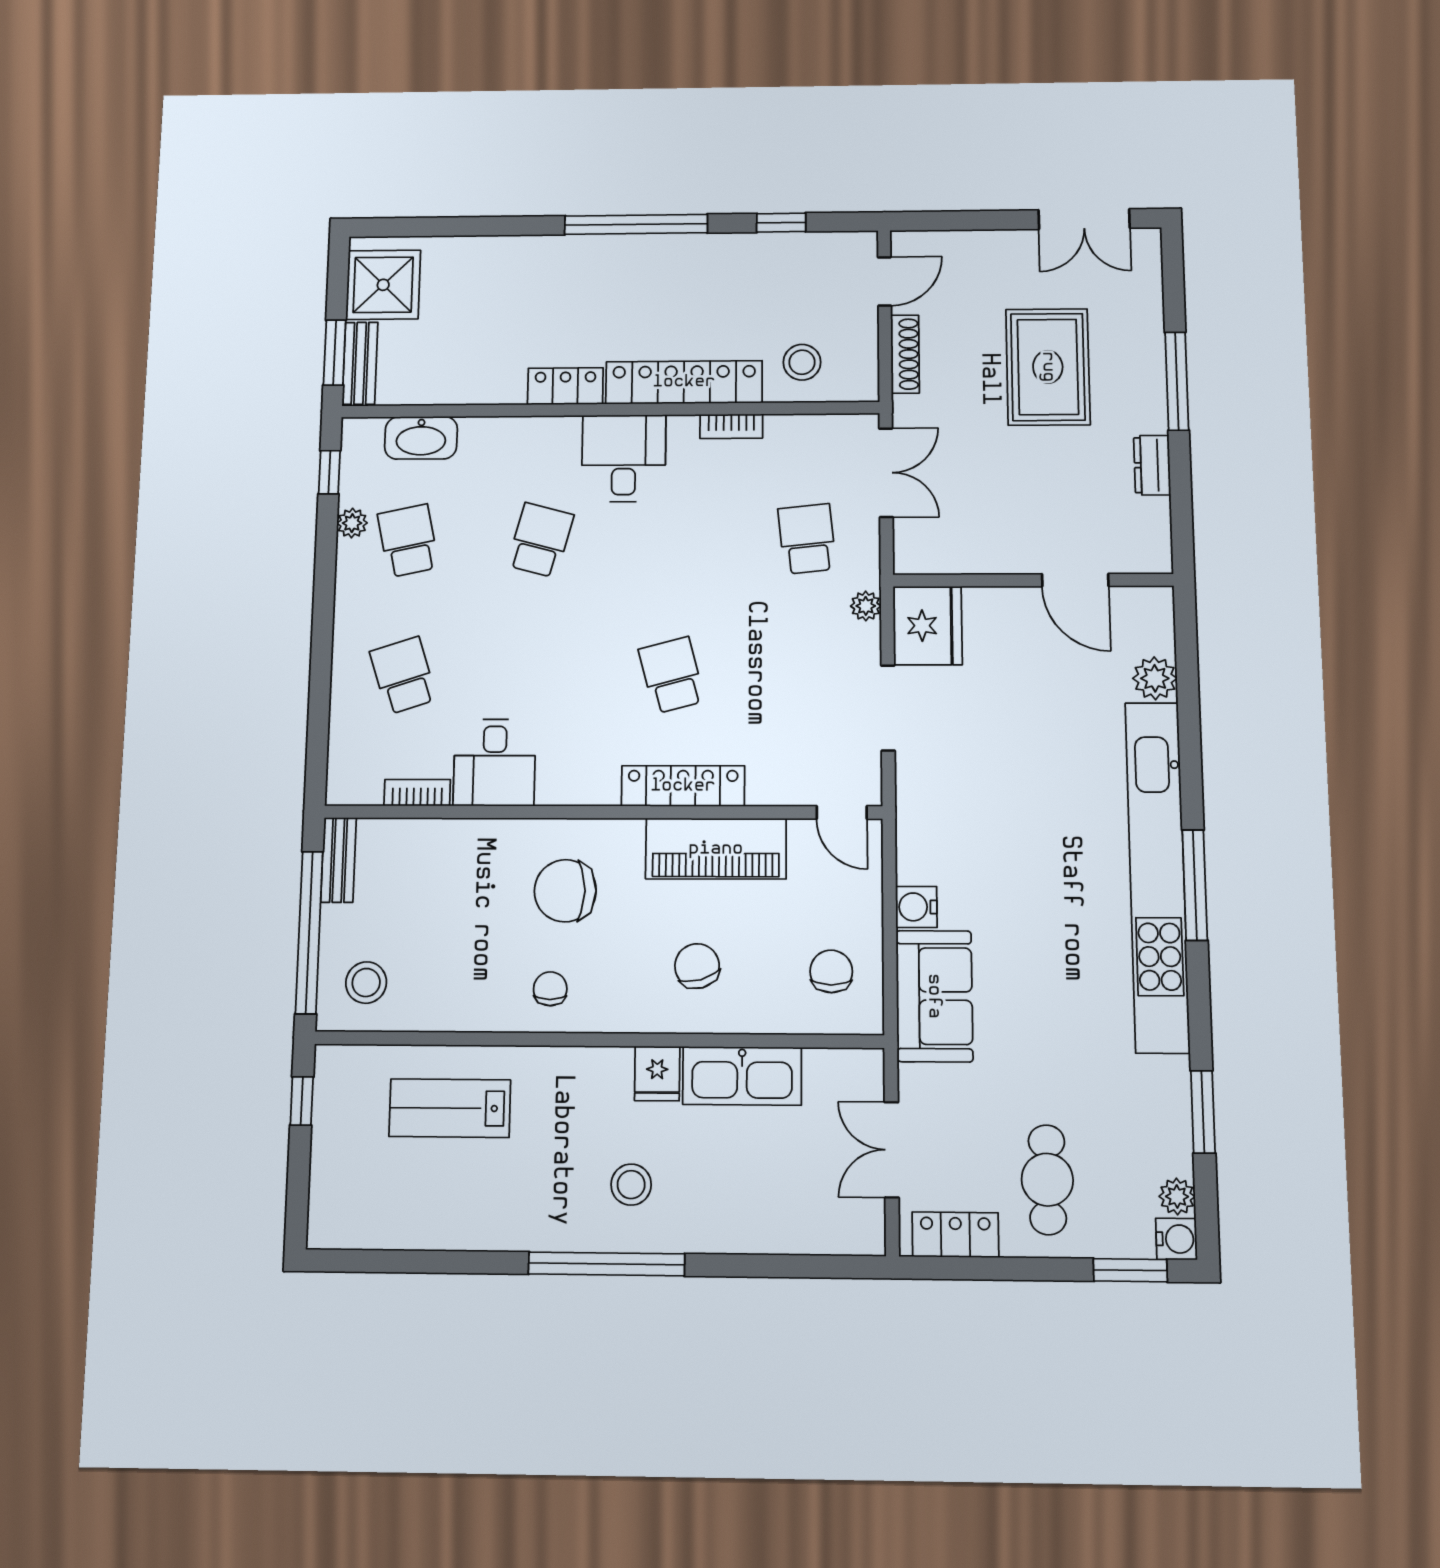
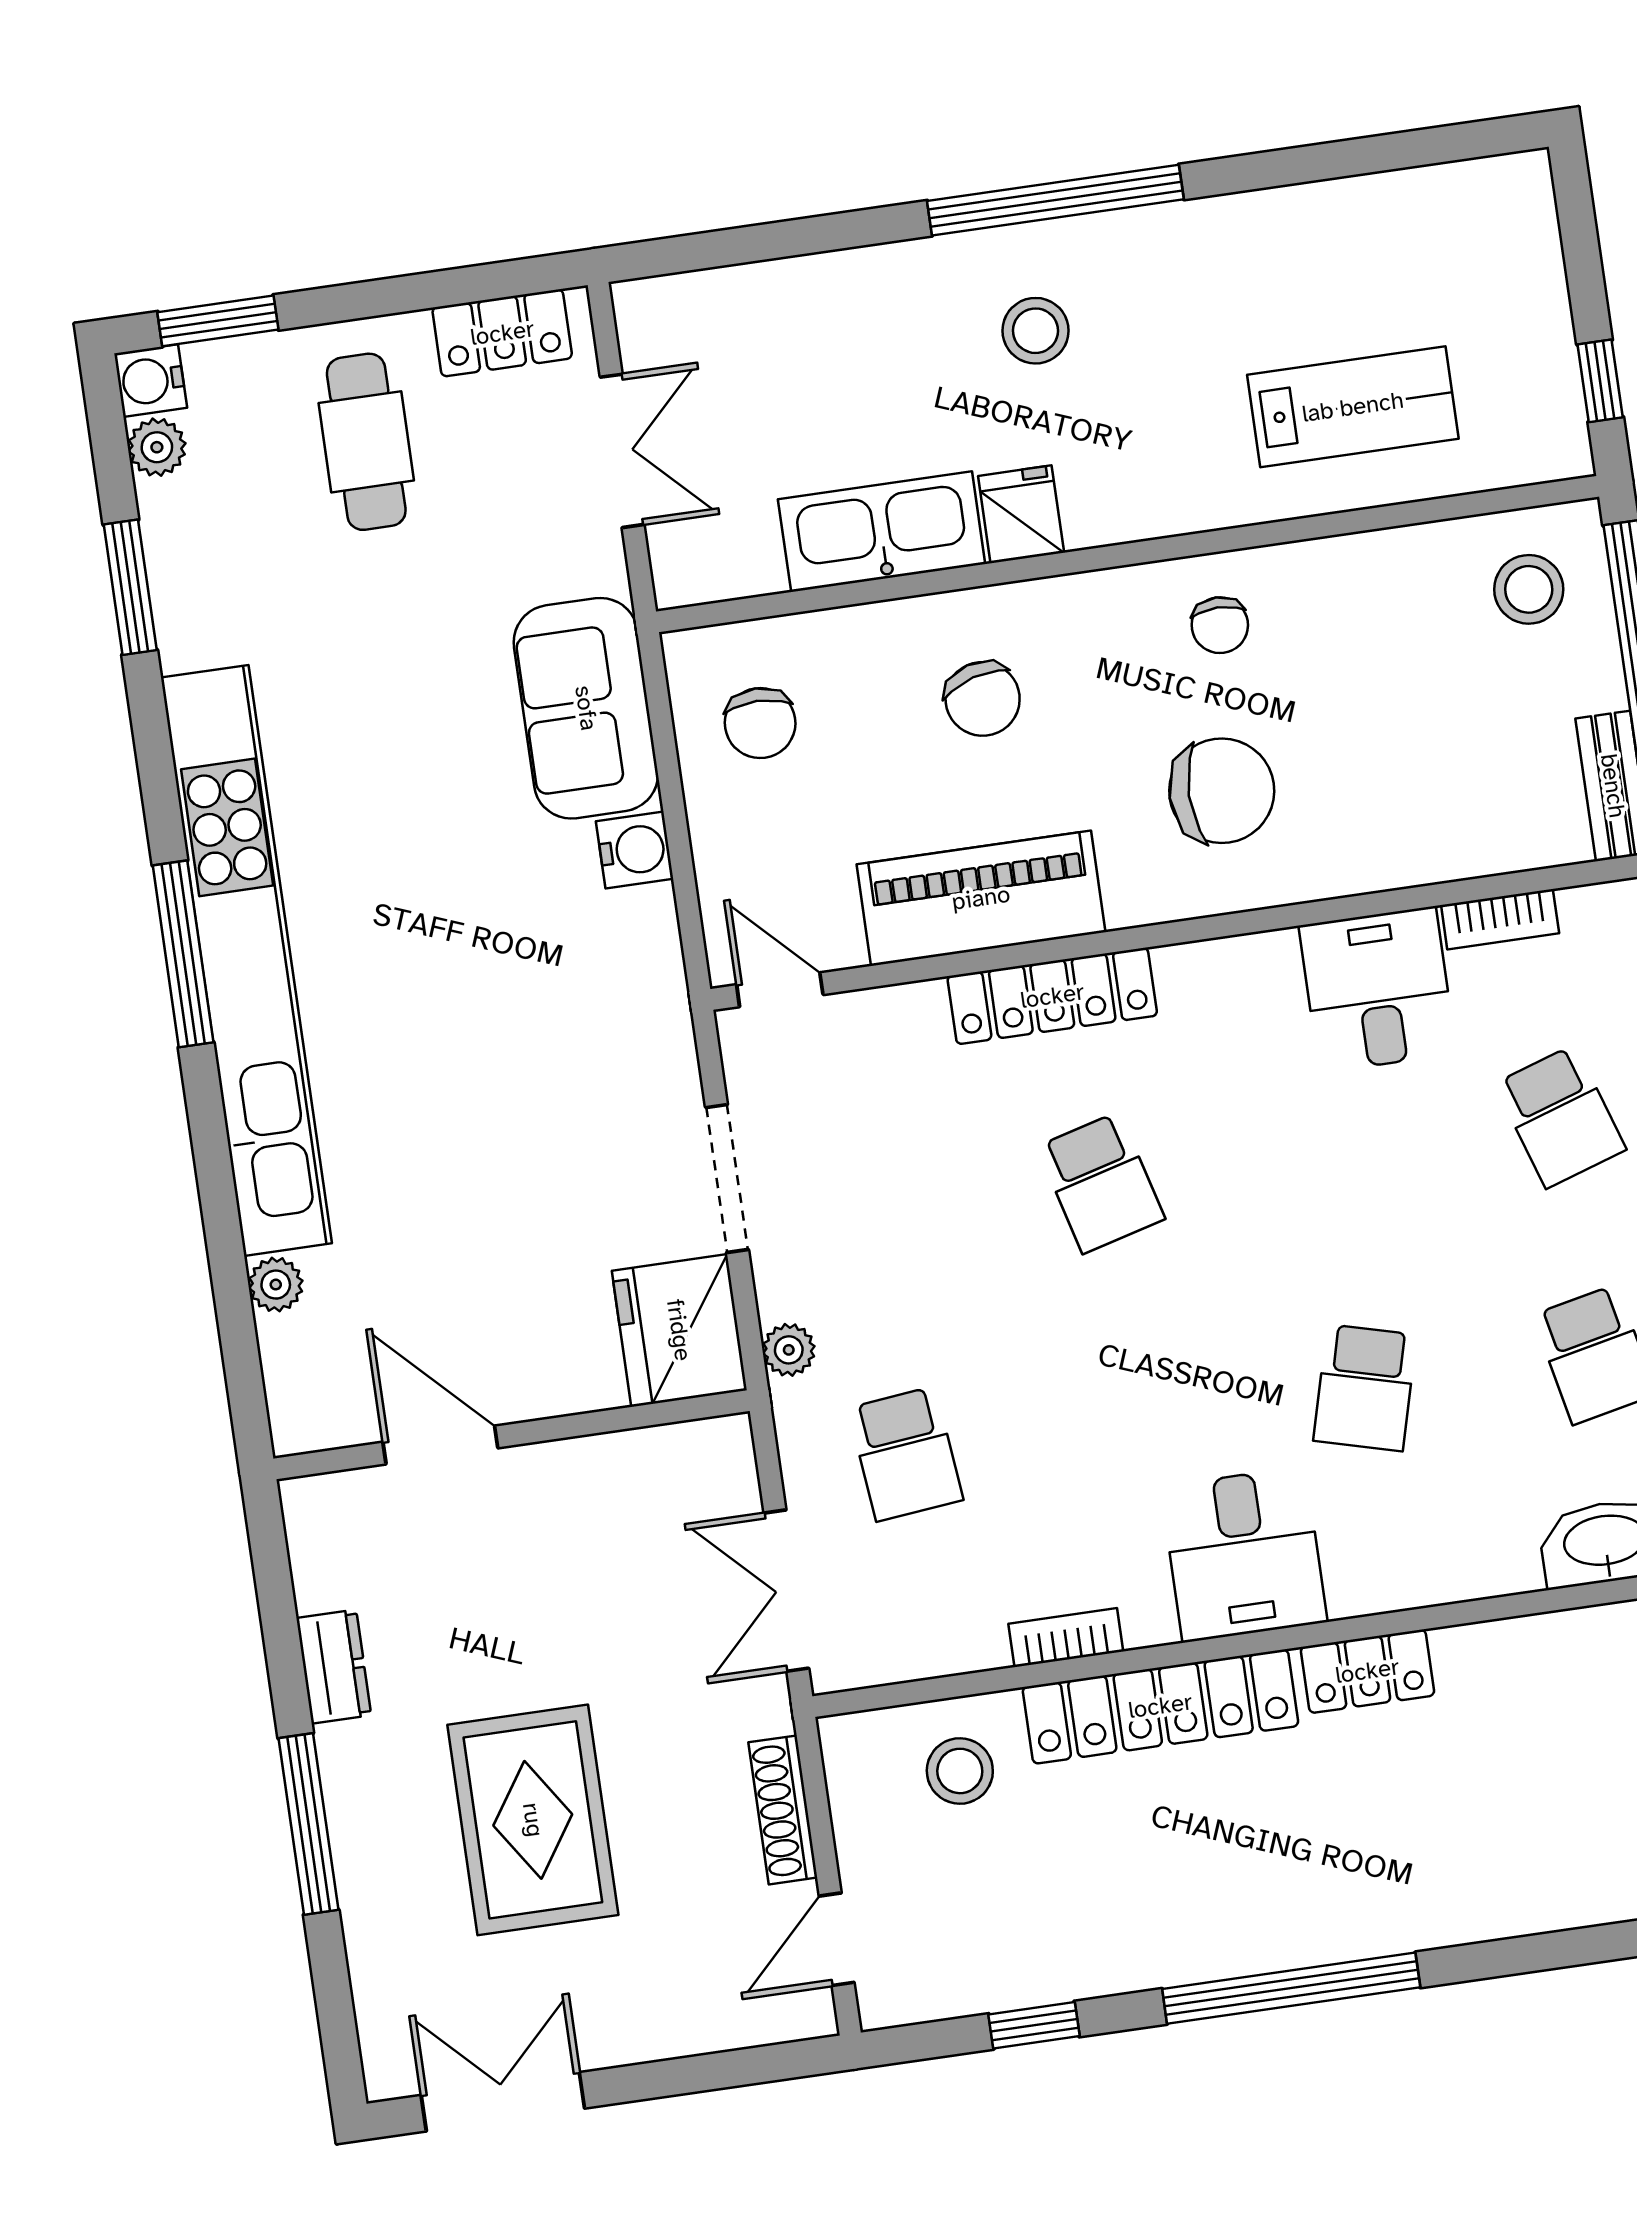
plant: (1155, 678) -> (276, 1285), width x0.73, depth x0.73

